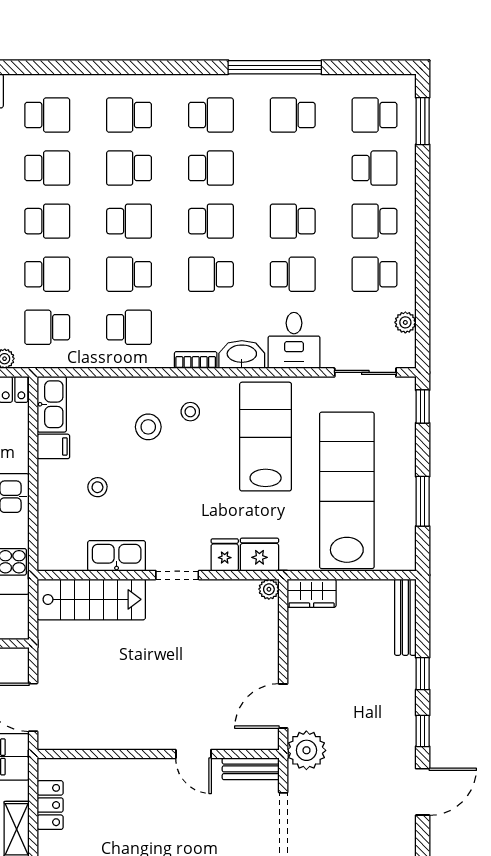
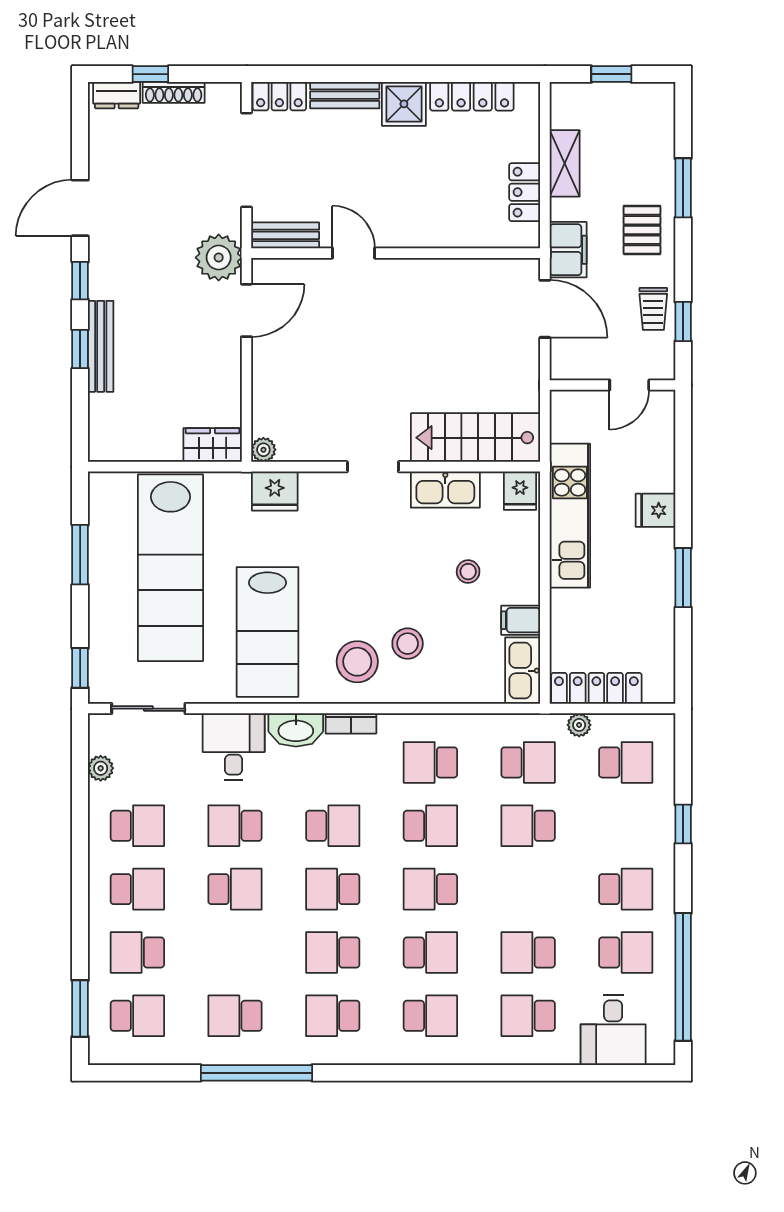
school desk: (293, 115) -> (235, 1016), turned 180
school desk: (47, 221) -> (528, 889), removed
stool: (190, 412) -> (357, 662), width x1.89, depth x1.89
fridge: (225, 555) -> (520, 491), moved
bench: (405, 617) -> (101, 346), moved

